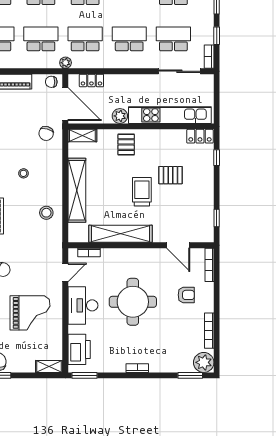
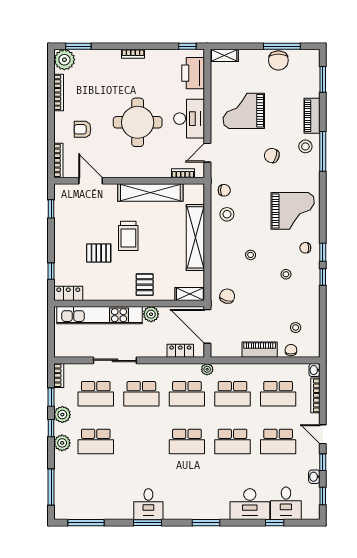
plant: (206, 19) -> (62, 415), added
sliding door: (179, 71) -> (115, 360), moved
chair: (51, 82) -> (224, 190), moved
window: (85, 375) -> (187, 46), width x0.67

